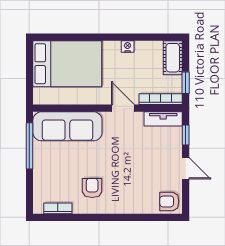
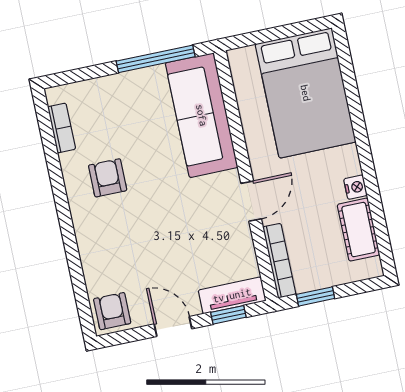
cot: (173, 58) -> (359, 230), moved, turned 90
tv unit: (163, 119) -> (232, 295), moved, turned 90
door: (186, 168) -> (173, 326), swing flipped
armchair: (92, 188) -> (108, 178), turned -90

